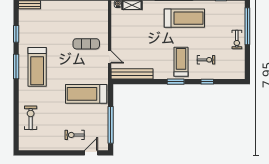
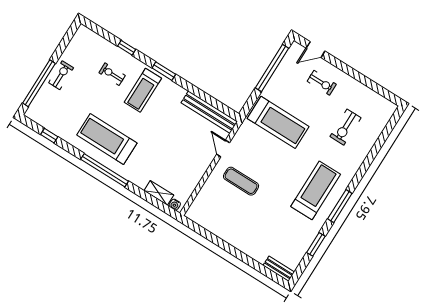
exercise bike: (31, 118) -> (345, 127), moved

